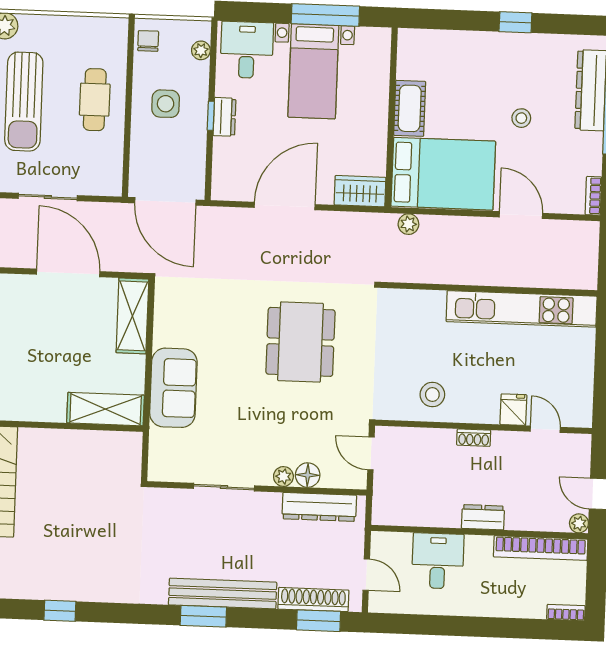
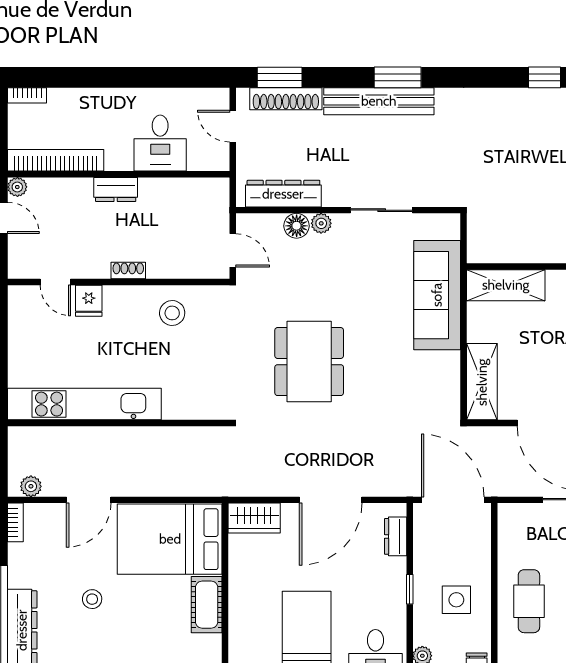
dresser: (224, 117) -> (396, 536), moved
door: (521, 215) -> (89, 500), hinge flipped
plant: (408, 224) -> (31, 486), moved
sofa: (173, 388) -> (437, 295), width x1.36

